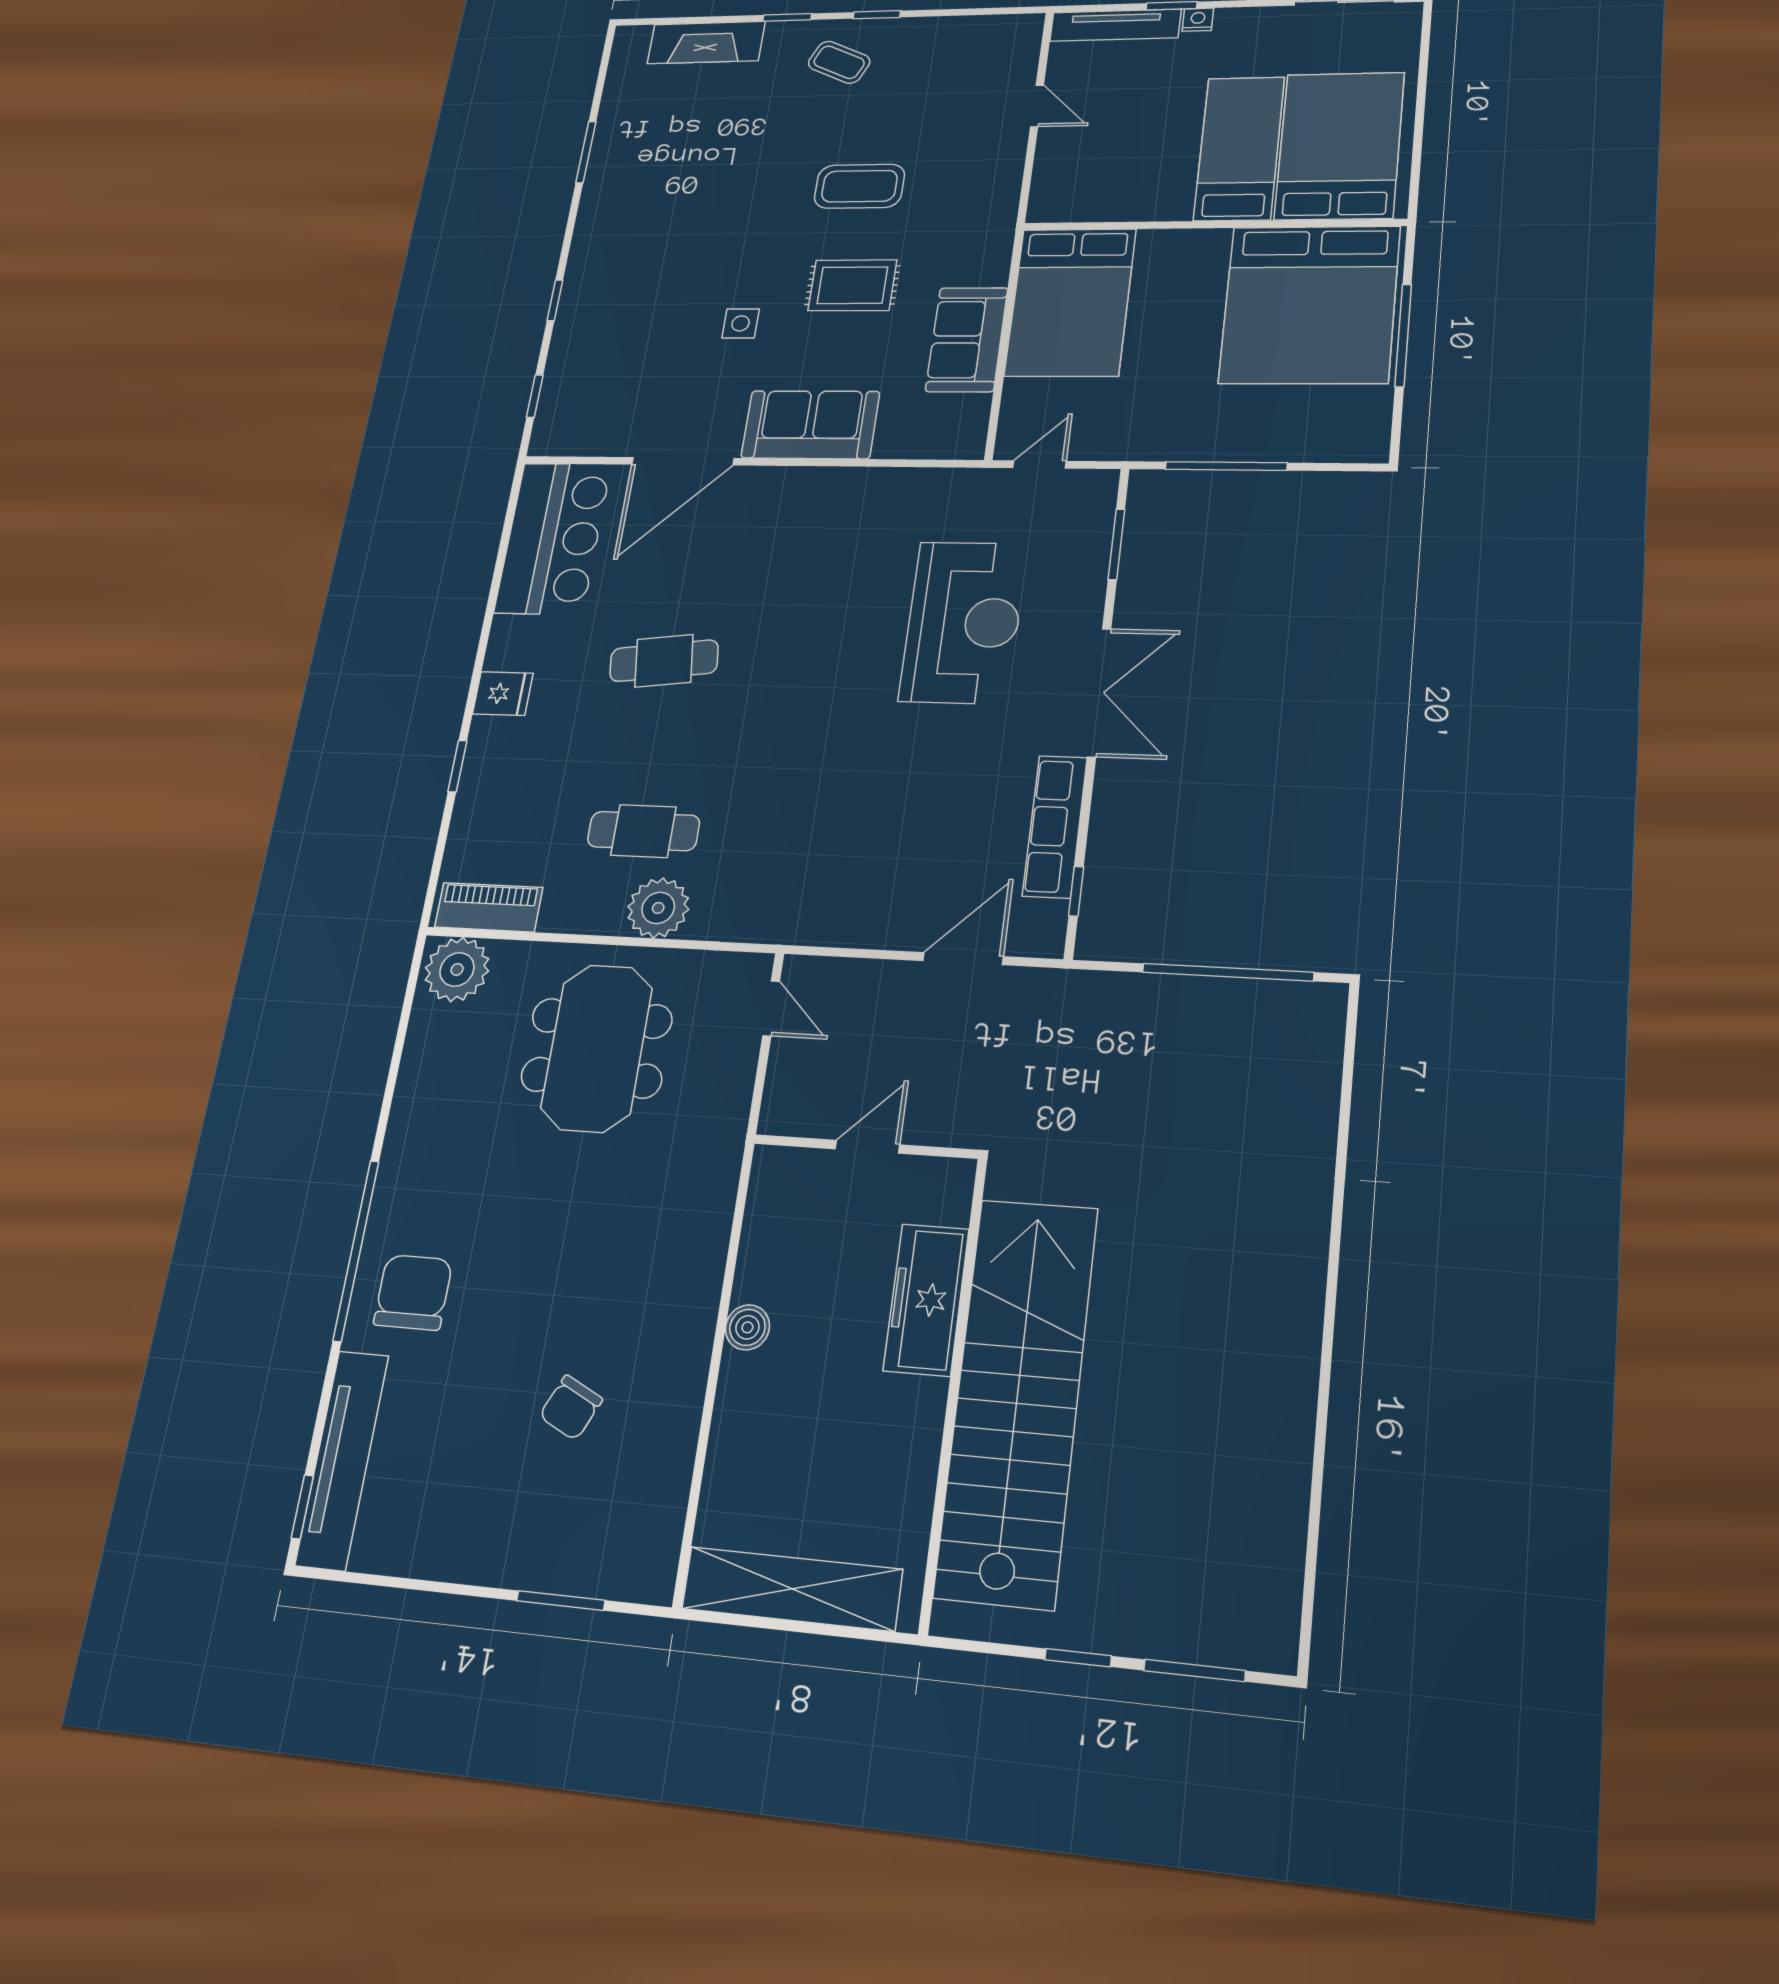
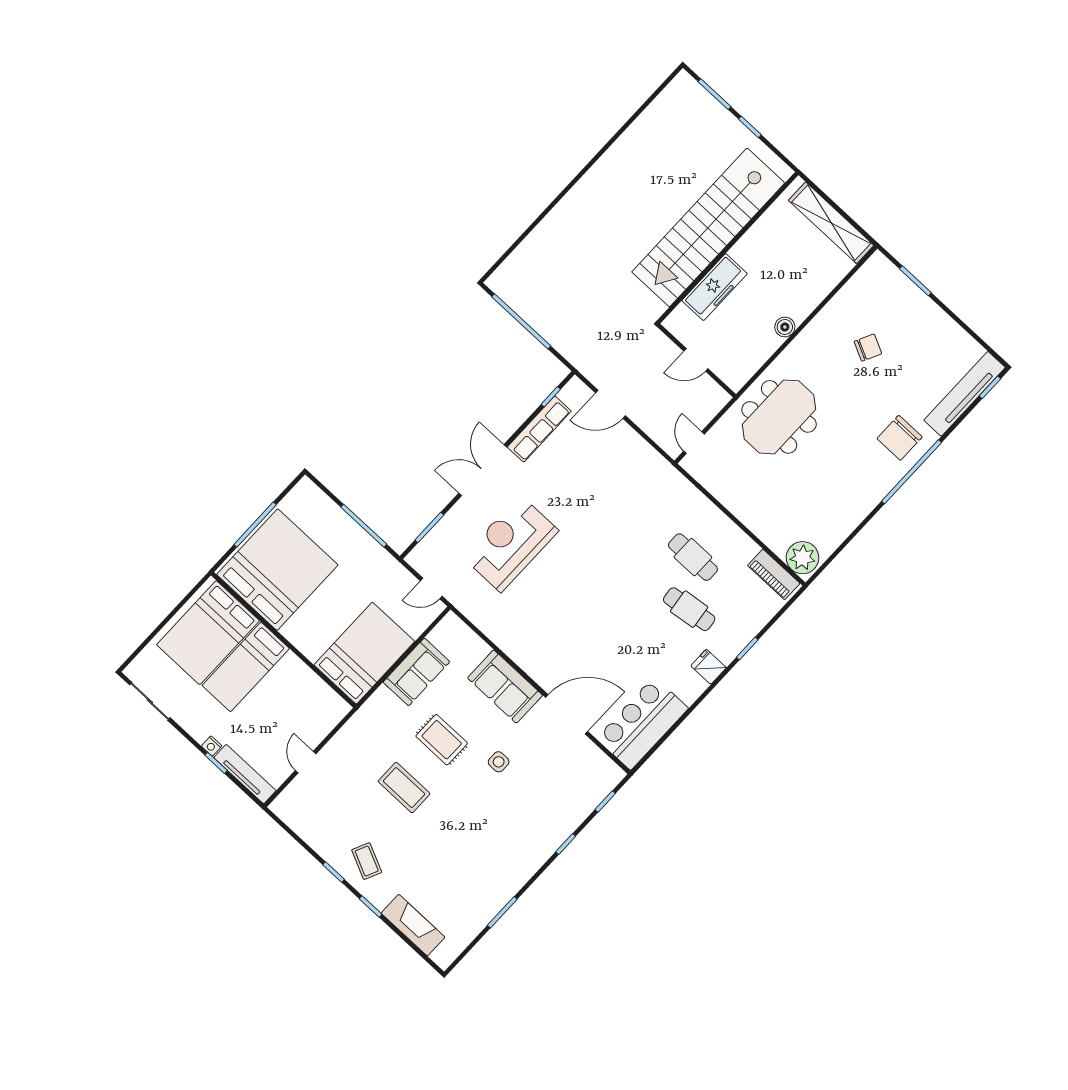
cafe table: (664, 661) -> (689, 609), moved
plant: (658, 908) -> (709, 519), removed
meeting table: (597, 1048) -> (779, 417), moved

